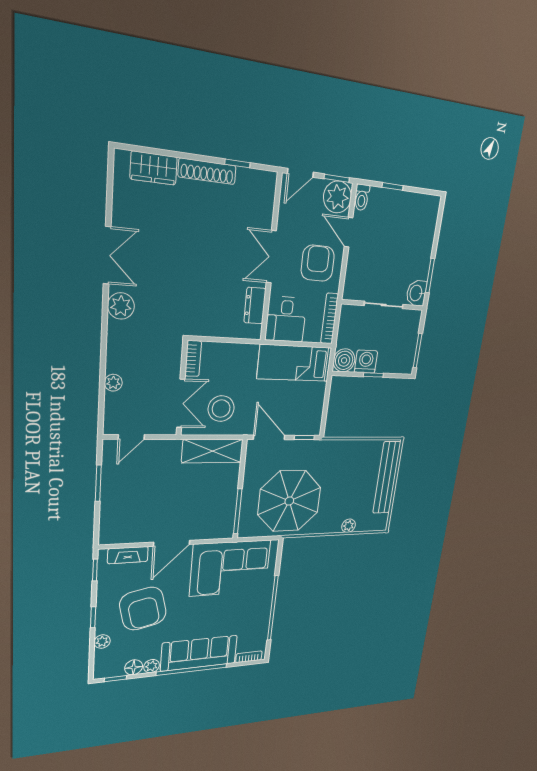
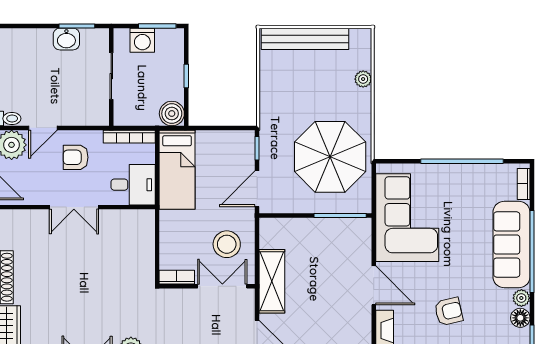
armchair: (318, 263) -> (76, 157), width x0.72, depth x0.72
washbasin: (416, 293) -> (66, 39), moved
dresser: (255, 306) -> (122, 219), removed
washing machine: (366, 362) -> (142, 40), moved, turned -90
shelving: (212, 451) -> (272, 281), moved
armchair: (143, 609) -> (449, 311), width x0.53, depth x0.53

